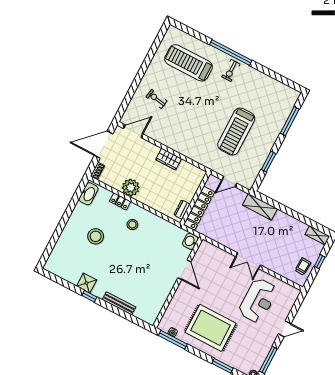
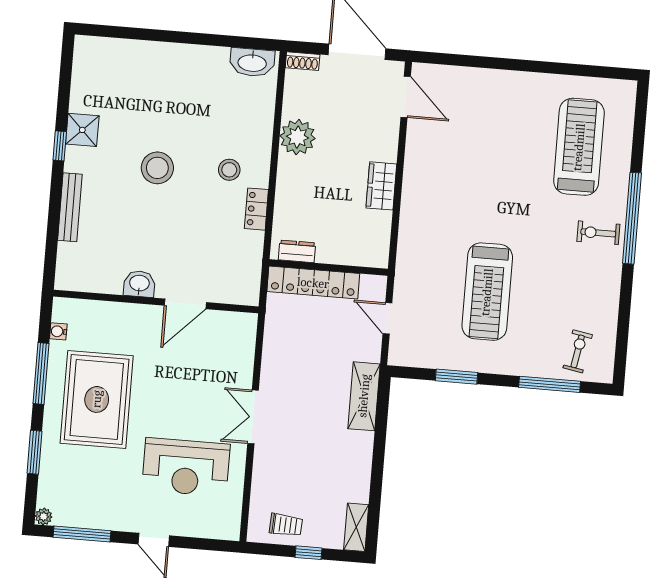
exercise bike: (157, 99) -> (578, 351), moved
treadmill: (236, 132) -> (487, 292), turned -90
locker: (120, 201) -> (256, 209), moved
stool: (96, 236) -> (157, 168), moved
washbasin: (190, 241) -> (139, 284), moved
window: (173, 340) -> (41, 374), moved

